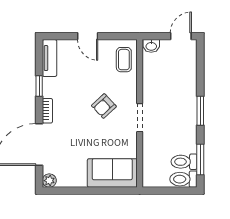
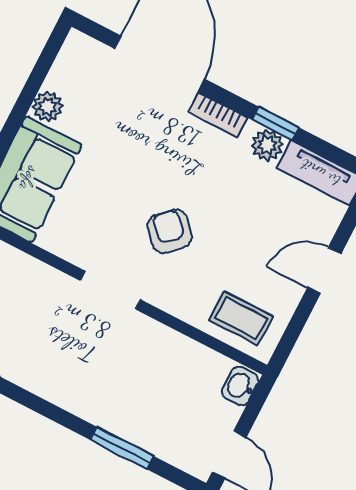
plant: (49, 85) -> (267, 145), added
window: (200, 111) -> (122, 448), moved
plant: (49, 181) -> (47, 106), moved

